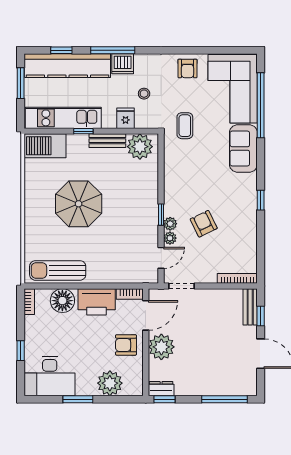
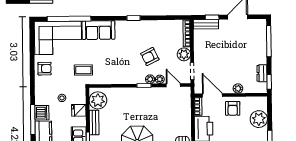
plant: (206, 274) -> (184, 54), added
plant: (161, 347) -> (238, 88), width x0.53, depth x0.53
dresser: (161, 389) -> (262, 73), moved

